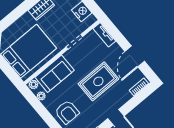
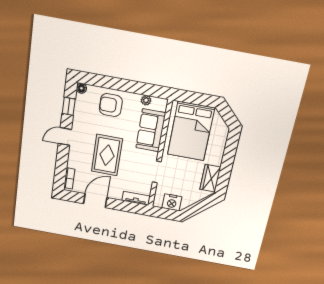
door: (135, 56) -> (95, 201), hinge flipped
plant: (34, 84) -> (162, 105), removed

